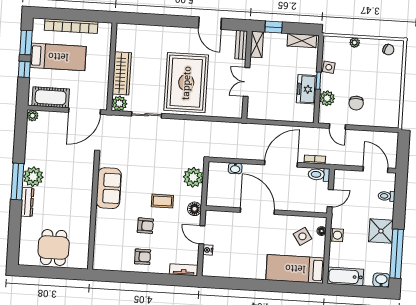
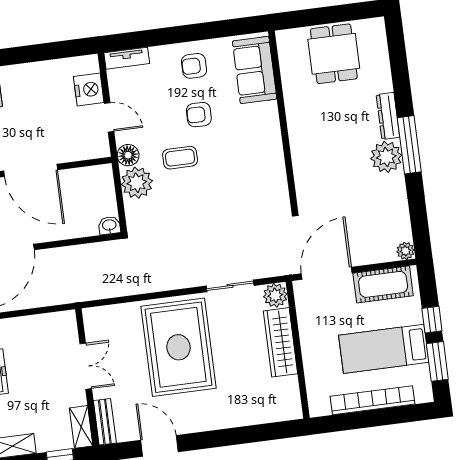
washbasin: (235, 168) -> (109, 225), moved
plant: (193, 177) -> (137, 183), moved
sofa: (109, 188) -> (255, 70), moved
nightstand: (208, 250) -> (89, 89), width x1.89, depth x1.79

